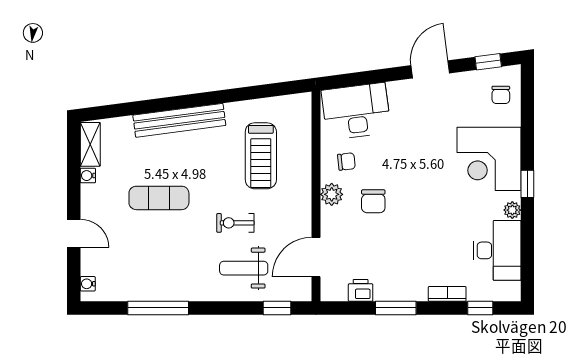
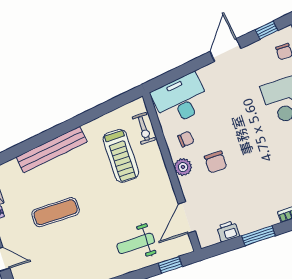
exercise bike: (235, 223) -> (144, 128), moved, turned -90

